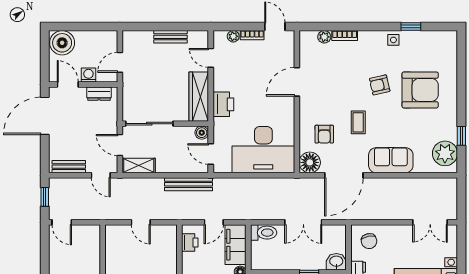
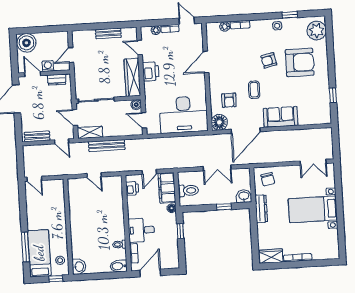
printer: (223, 104) -> (151, 71), moved
plant: (445, 153) -> (317, 31), moved
bench: (188, 184) -> (107, 146), moved
window: (45, 197) -> (20, 160), removed
toilet: (264, 233) -> (188, 191), moved

